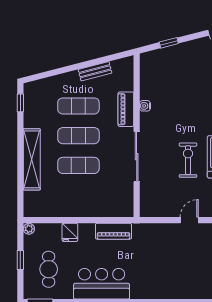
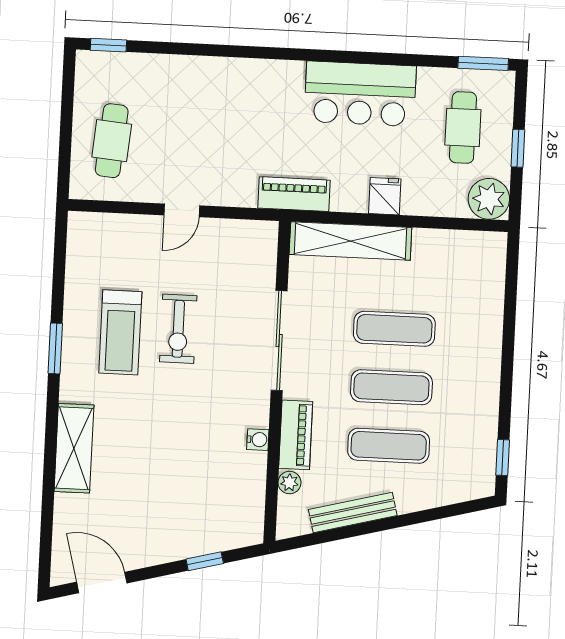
bench: (95, 71) -> (353, 513), width x1.36
plant: (128, 85) -> (289, 483), added
shelving: (32, 159) -> (350, 241), moved, turned 90
plant: (29, 229) -> (489, 199), width x1.88, depth x1.88
piano: (113, 231) -> (294, 194), moved
fridge: (70, 232) -> (385, 196), moved

